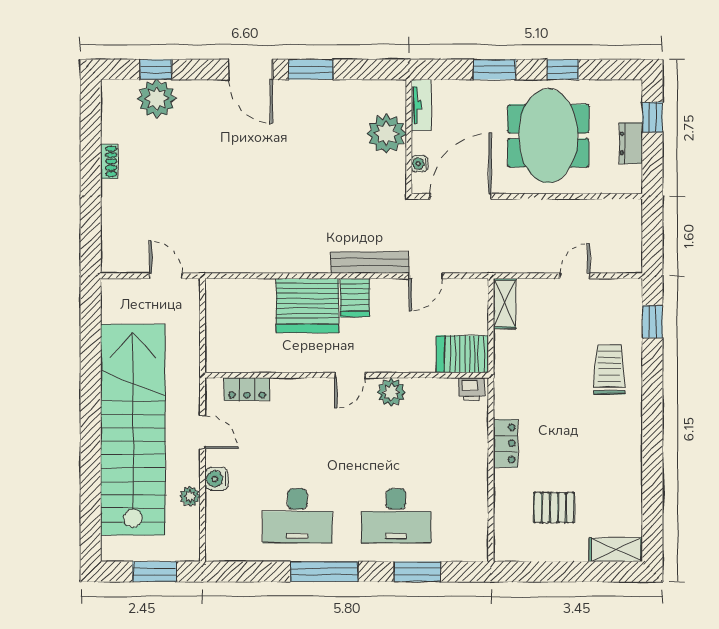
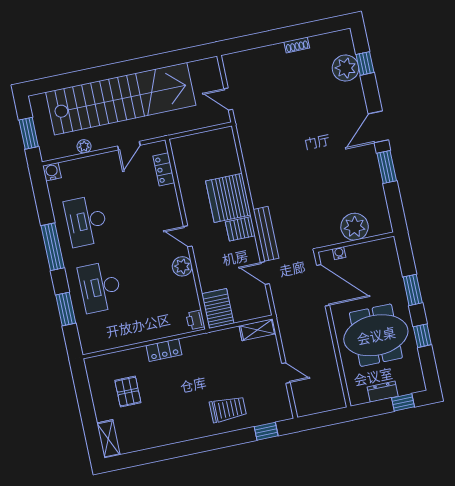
tv unit: (421, 105) -> (379, 246), removed
door: (166, 276) -> (228, 99), swing flipped
water cooler: (217, 479) -> (52, 172), moved

